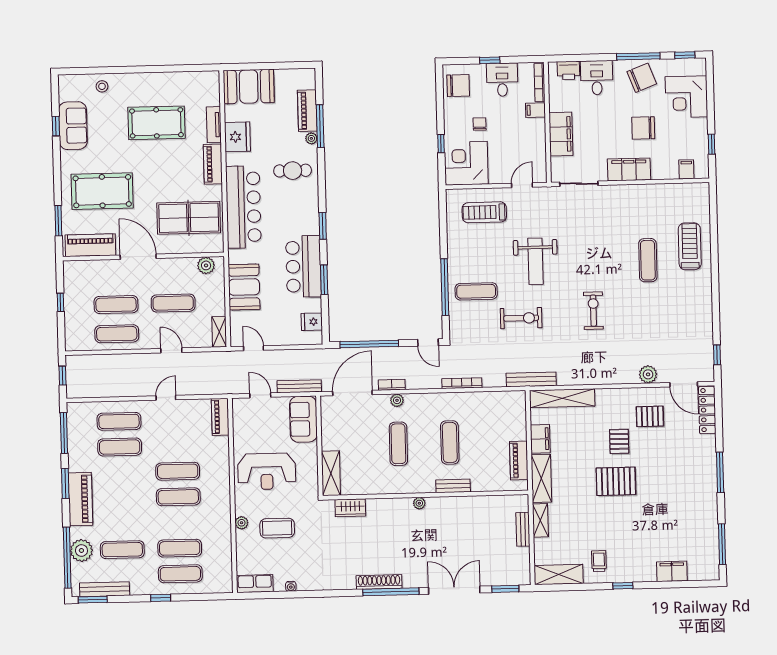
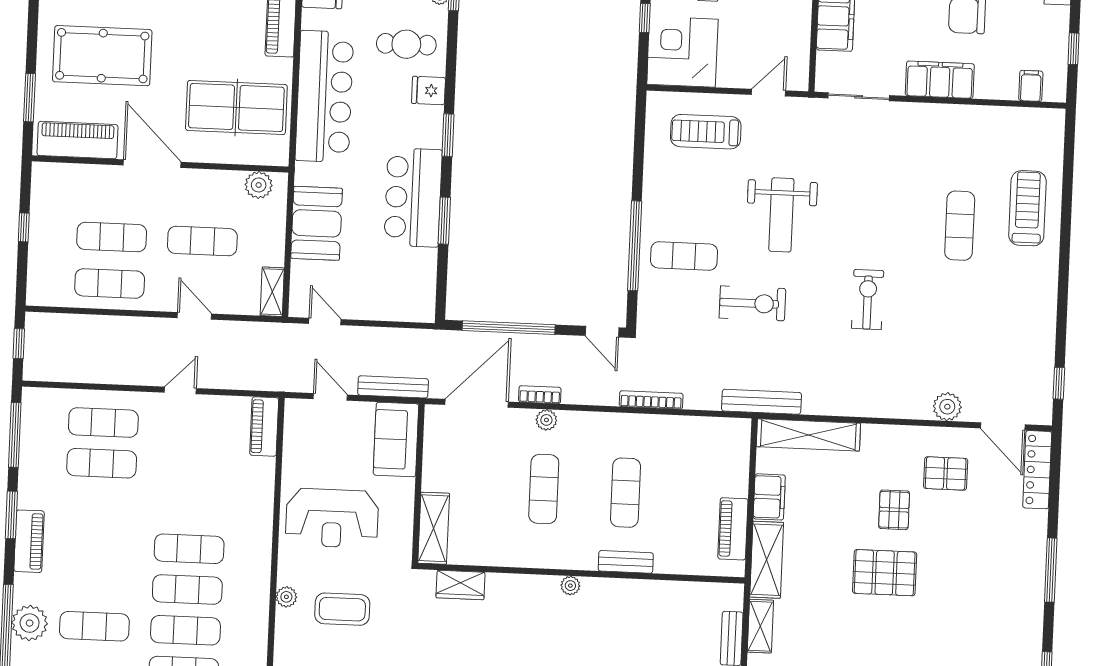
fridge: (312, 322) -> (429, 90), moved
exercise mat: (178, 471) -> (187, 589), moved
piano: (80, 499) -> (29, 541), width x0.73, depth x0.75

